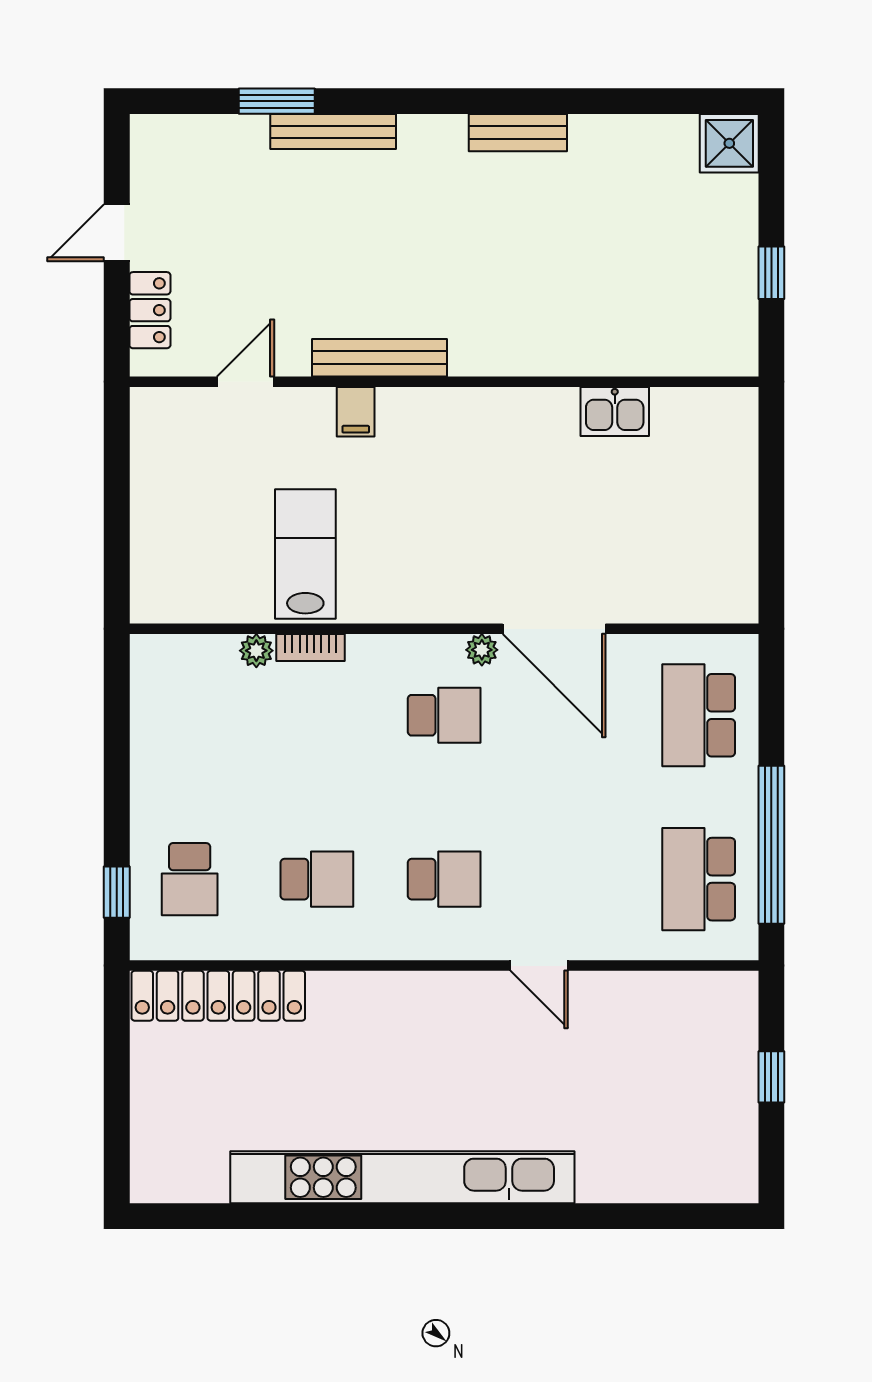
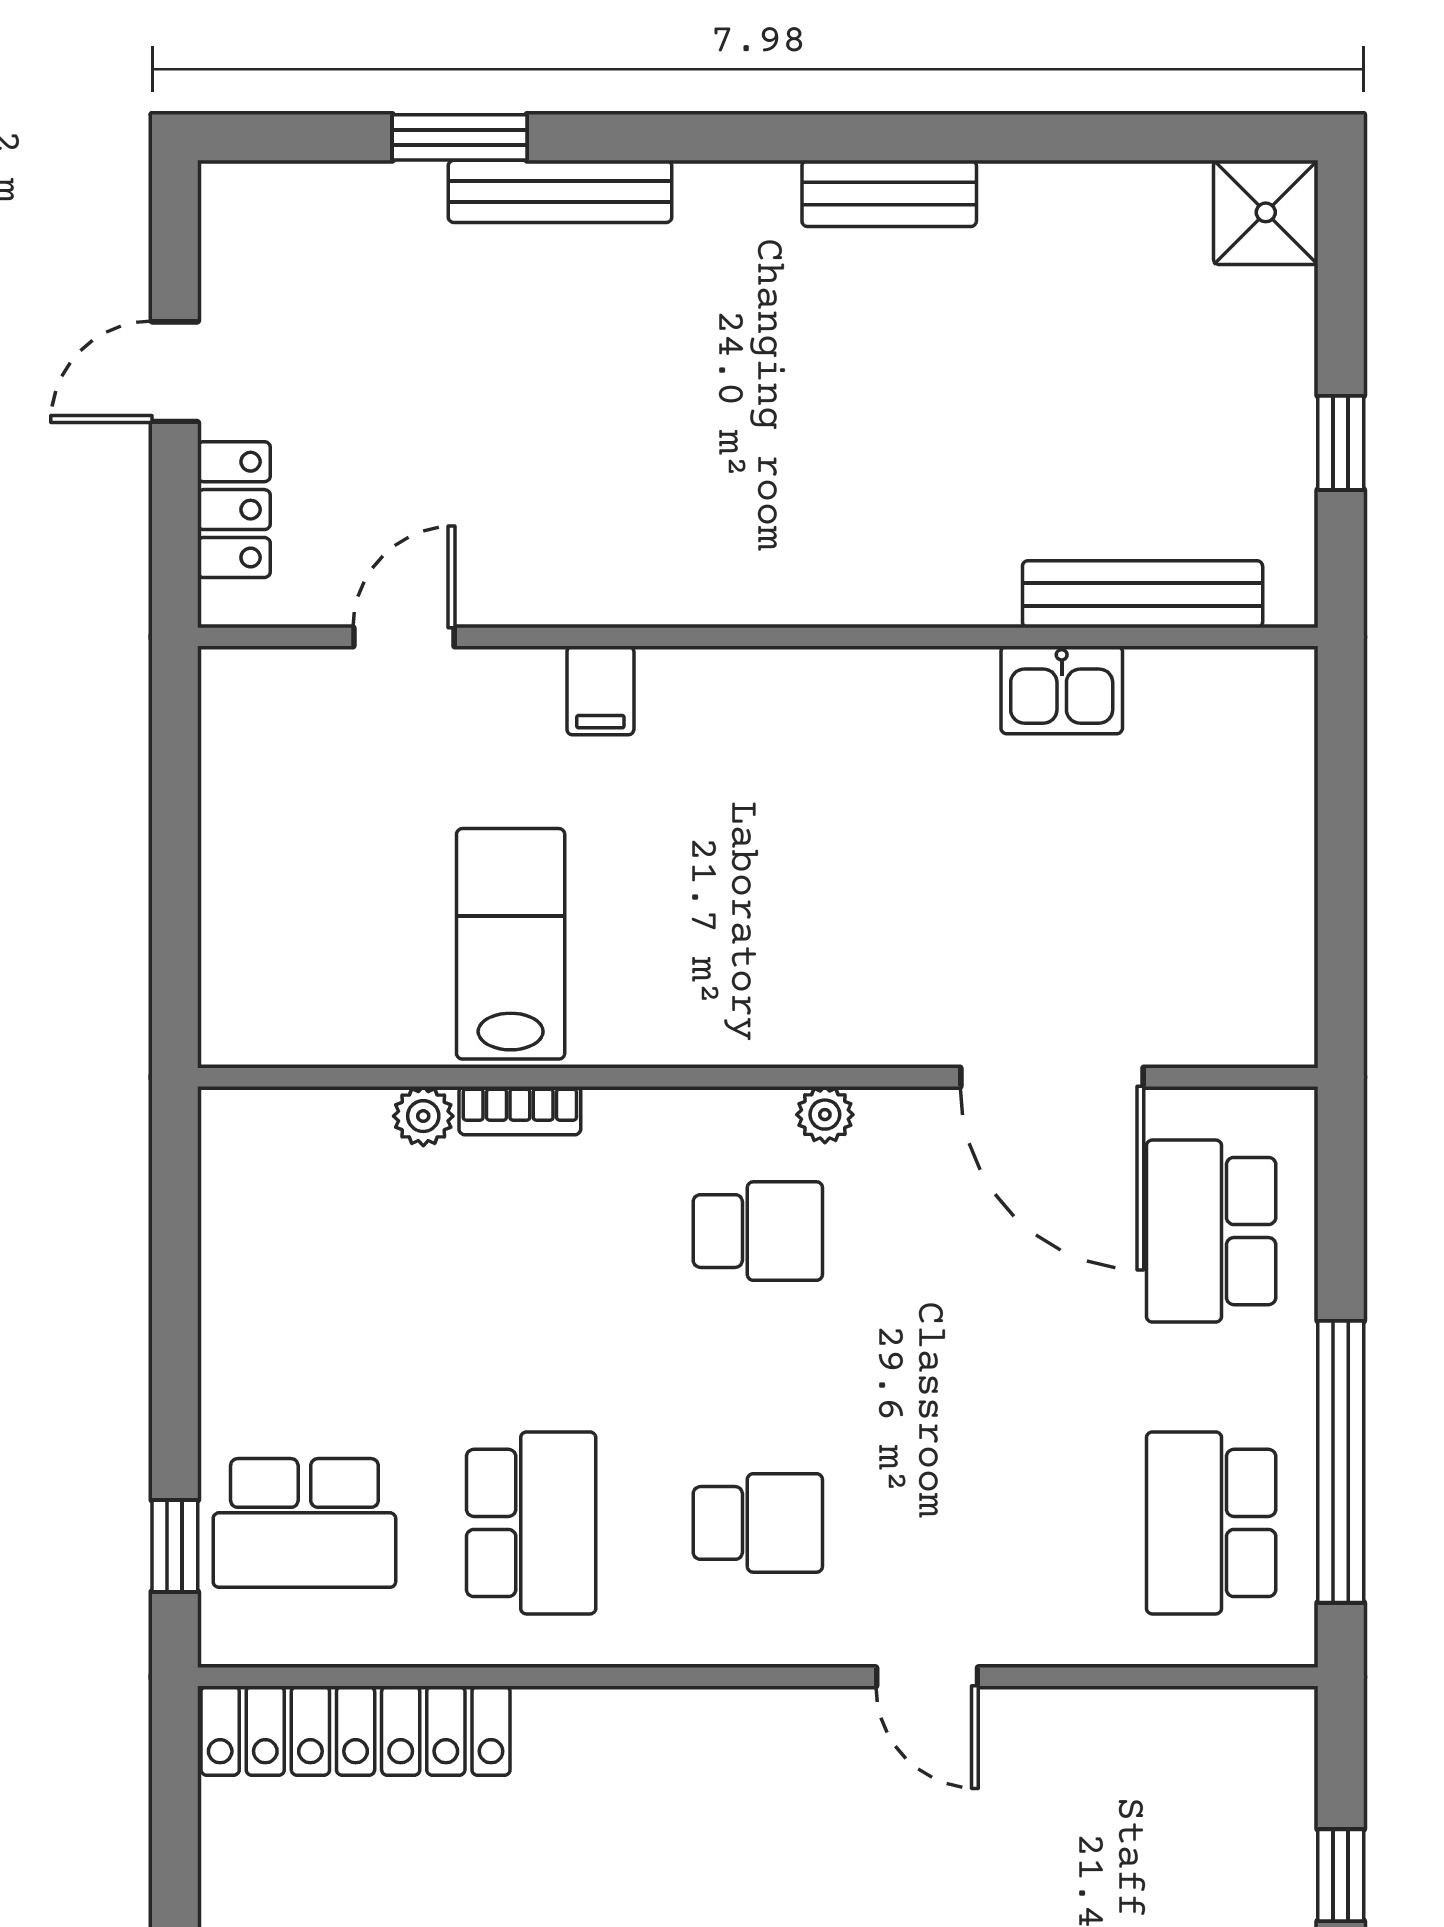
bench: (380, 358) -> (1143, 594), moved
door: (554, 629) -> (1052, 1077), moved
school desk: (190, 879) -> (304, 1523), width x1.85
school desk: (317, 879) -> (531, 1523), width x1.85

